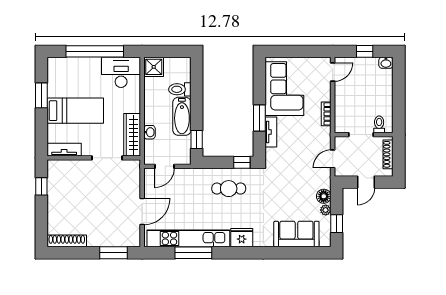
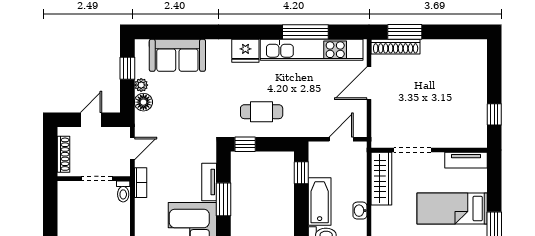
bookcase: (326, 114) -> (141, 183), moved
toilet: (379, 124) -> (123, 191), moved
washbasin: (149, 132) -> (360, 211), moved
shoe rack: (67, 241) -> (396, 47), moved

